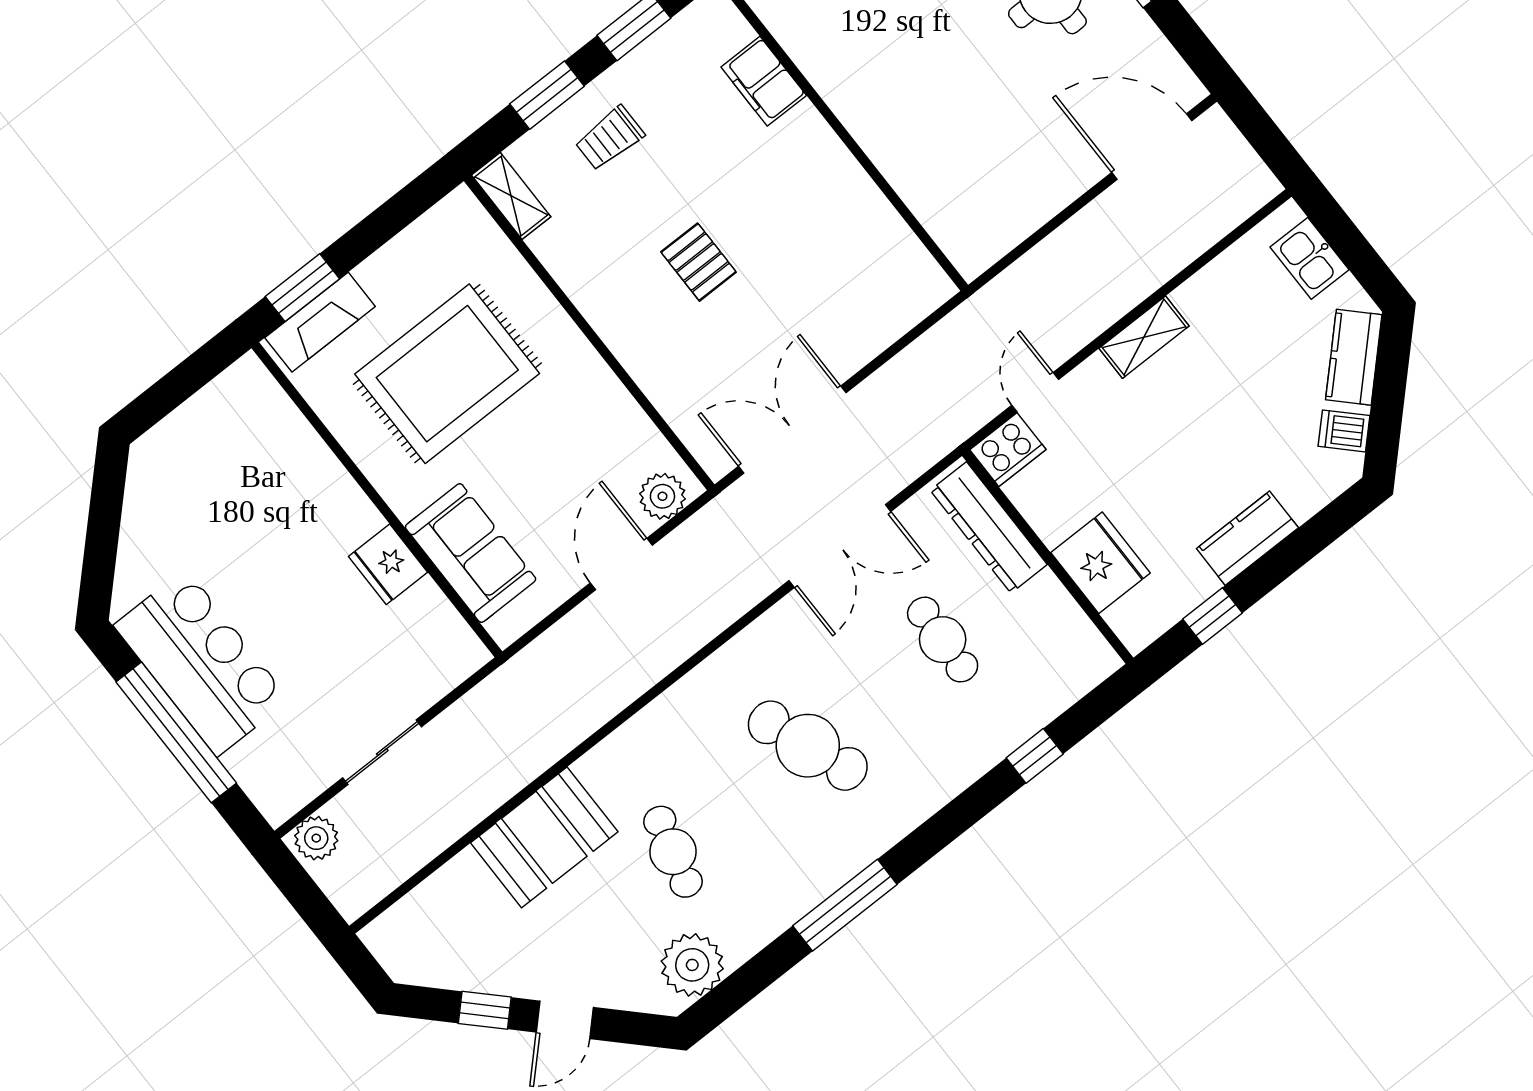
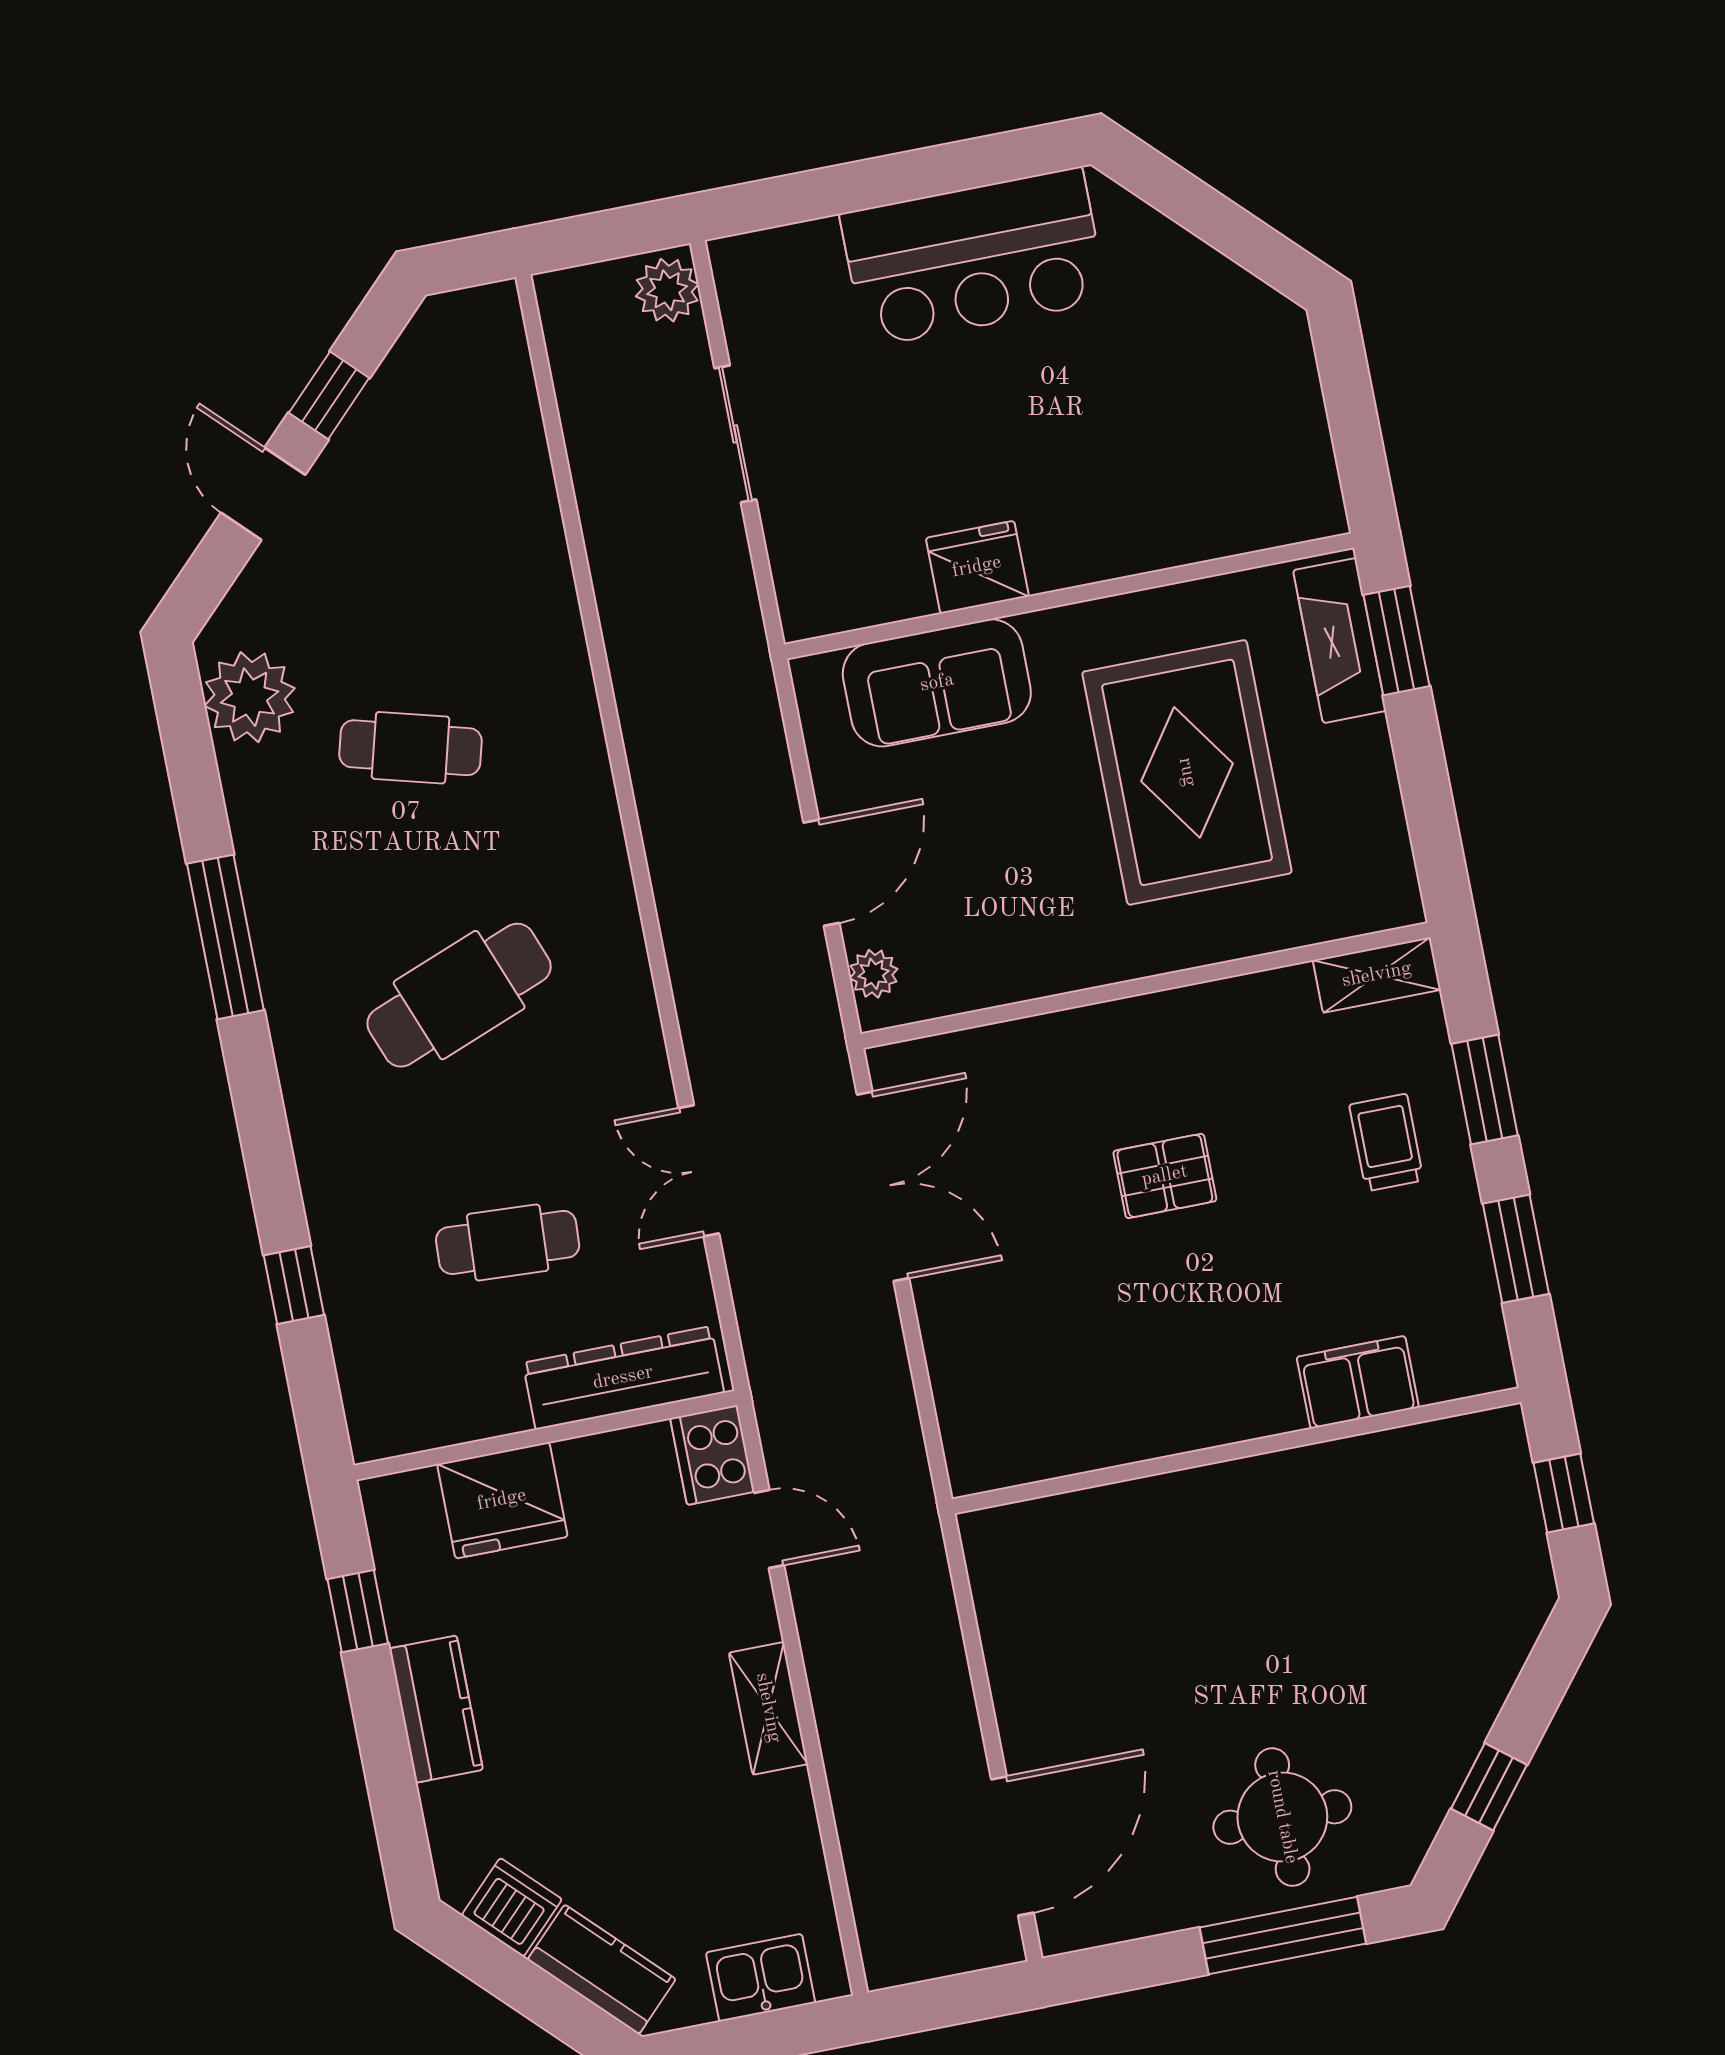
dishwasher: (1344, 431) -> (512, 1907), width x1.38
plant: (662, 496) -> (874, 974), width x0.73, depth x0.73
double door: (840, 546) -> (699, 1171), width x0.73
door: (621, 564) -> (821, 873), hinge flipped
window: (176, 732) -> (899, 178), removed
booth: (544, 837) -> (516, 589), removed

